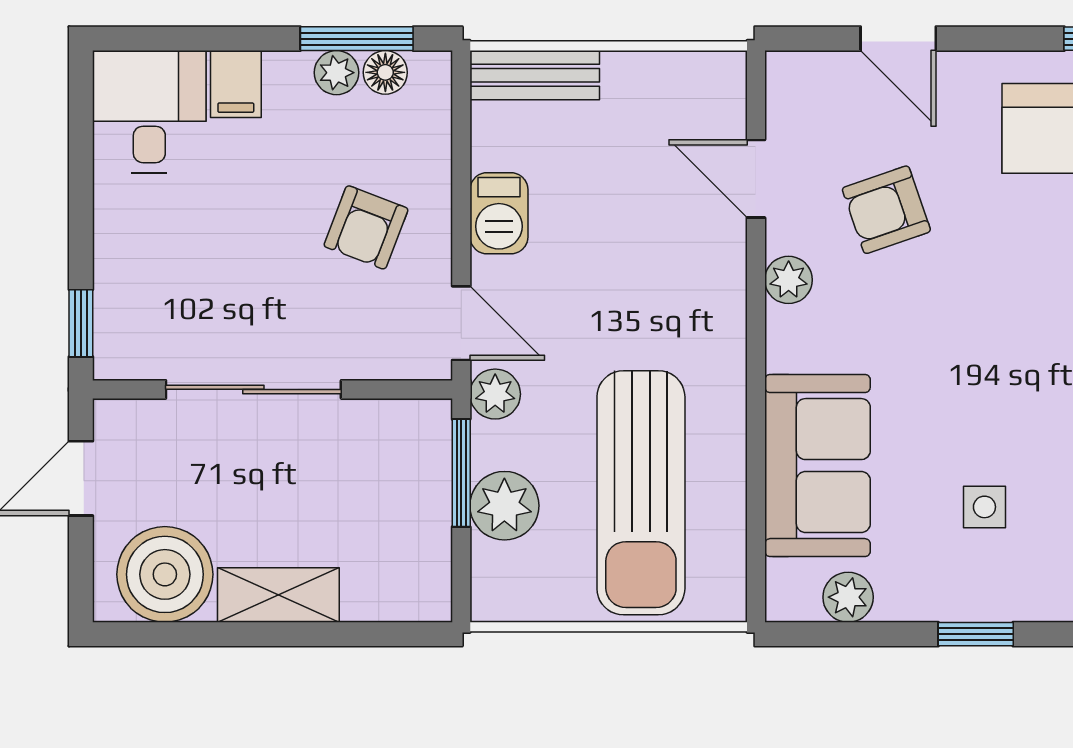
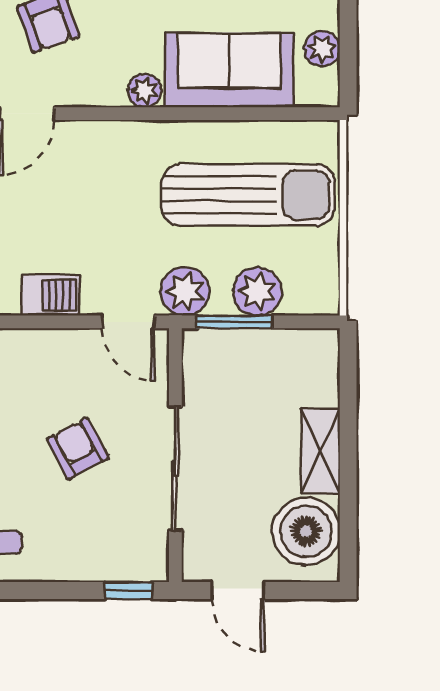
armchair: (366, 227) -> (78, 448), moved, turned -139
plant: (789, 280) -> (145, 91), moved
door: (461, 323) -> (128, 322), swing flipped
plant: (495, 394) -> (185, 291), width x1.38, depth x1.38

